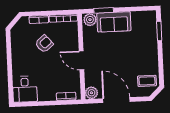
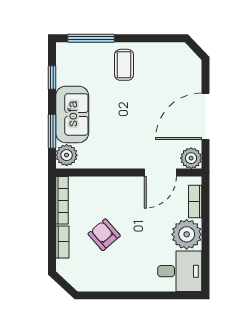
window: (135, 9) -> (52, 77), added
window: (159, 31) -> (91, 38), width x1.44
door: (82, 60) -> (160, 173), moved
coffee table: (147, 81) -> (124, 65), moved
plant: (47, 92) -> (187, 234), added

